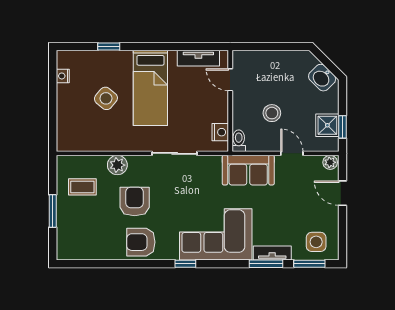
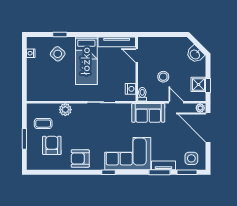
tv unit: (198, 58) -> (117, 42), width x1.41
side table: (106, 98) -> (58, 54), moved
door: (342, 193) -> (208, 128), width x1.87
armchair: (135, 201) -> (52, 145), moved

